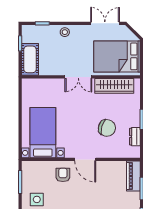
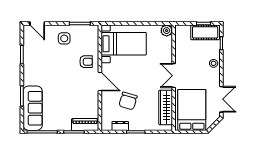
cot: (30, 59) -> (205, 32), moved
plant: (28, 85) -> (167, 31), added
door: (85, 159) -> (100, 82), swing flipped

